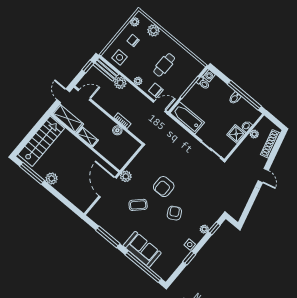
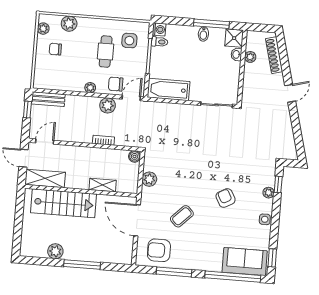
side table: (120, 57) -> (129, 41), moved
plant: (120, 83) -> (108, 105), moved
window: (244, 95) -> (211, 24), width x0.68
boiler: (117, 130) -> (135, 156), moved
shower: (236, 134) -> (234, 38), moved
shelving: (87, 137) -> (103, 185), moved
stairs: (41, 141) -> (64, 203), moved, turned 90
window: (32, 173) -> (82, 265), moved
plant: (126, 176) -> (149, 179), moved
door: (263, 176) -> (290, 93), hinge flipped
plant: (52, 178) -> (55, 251), moved
armchair: (164, 187) -> (159, 250), moved, turned 90
sofa: (142, 249) -> (245, 262), moved
window: (189, 258) -> (272, 258), moved

